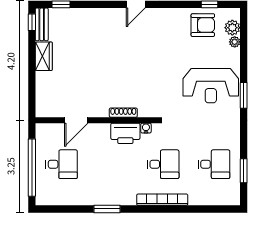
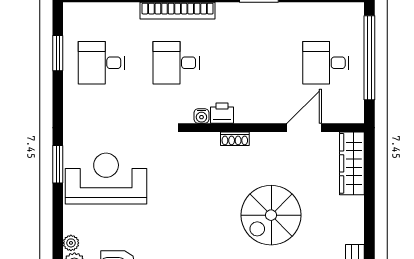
wardrobe: (44, 56) -> (352, 163), moved, width x1.50
spiral stairs: (99, 61) -> (271, 215), added
shoe rack: (123, 113) -> (235, 139), width x0.70
printer: (125, 133) -> (222, 113), width x0.53, depth x0.68

